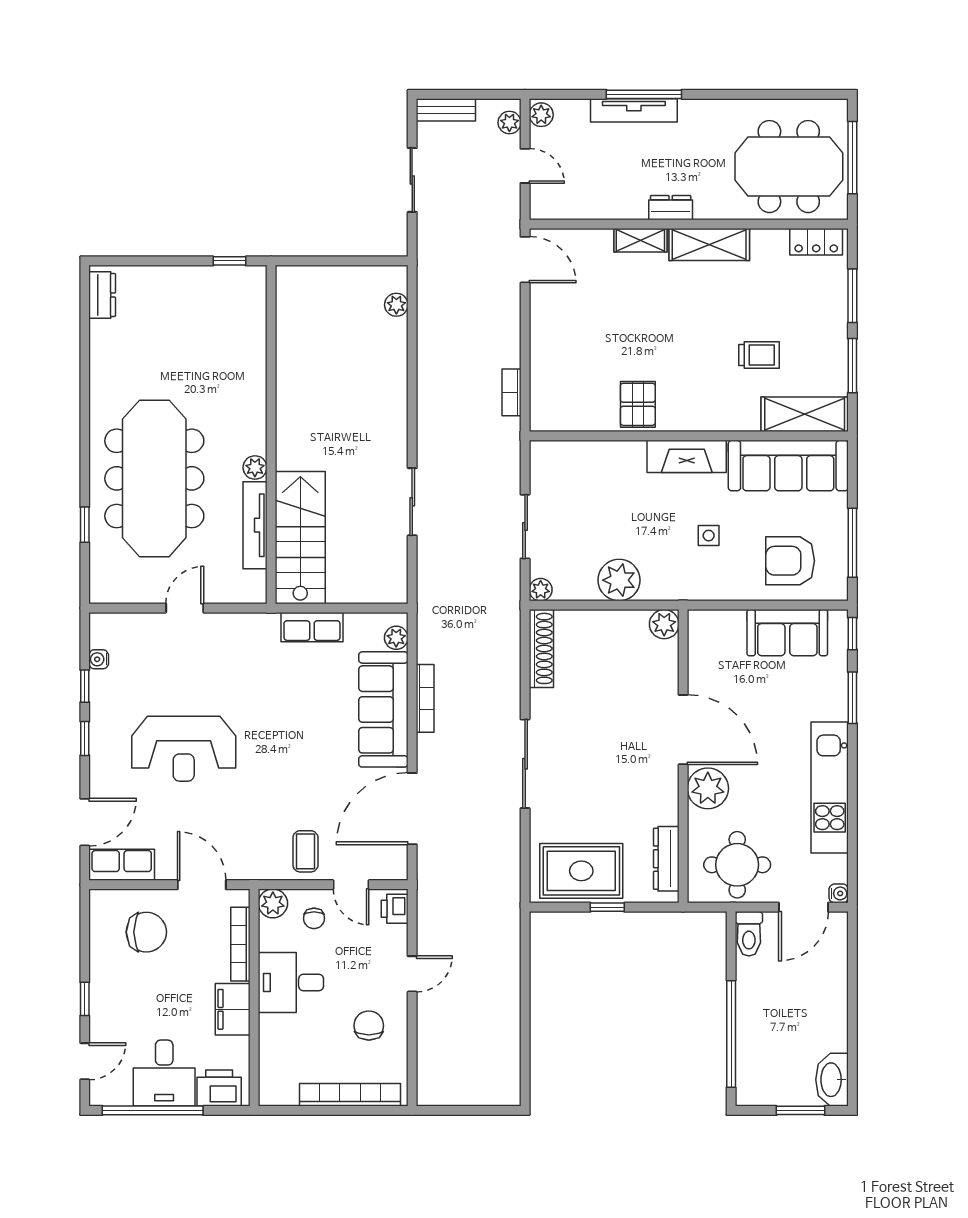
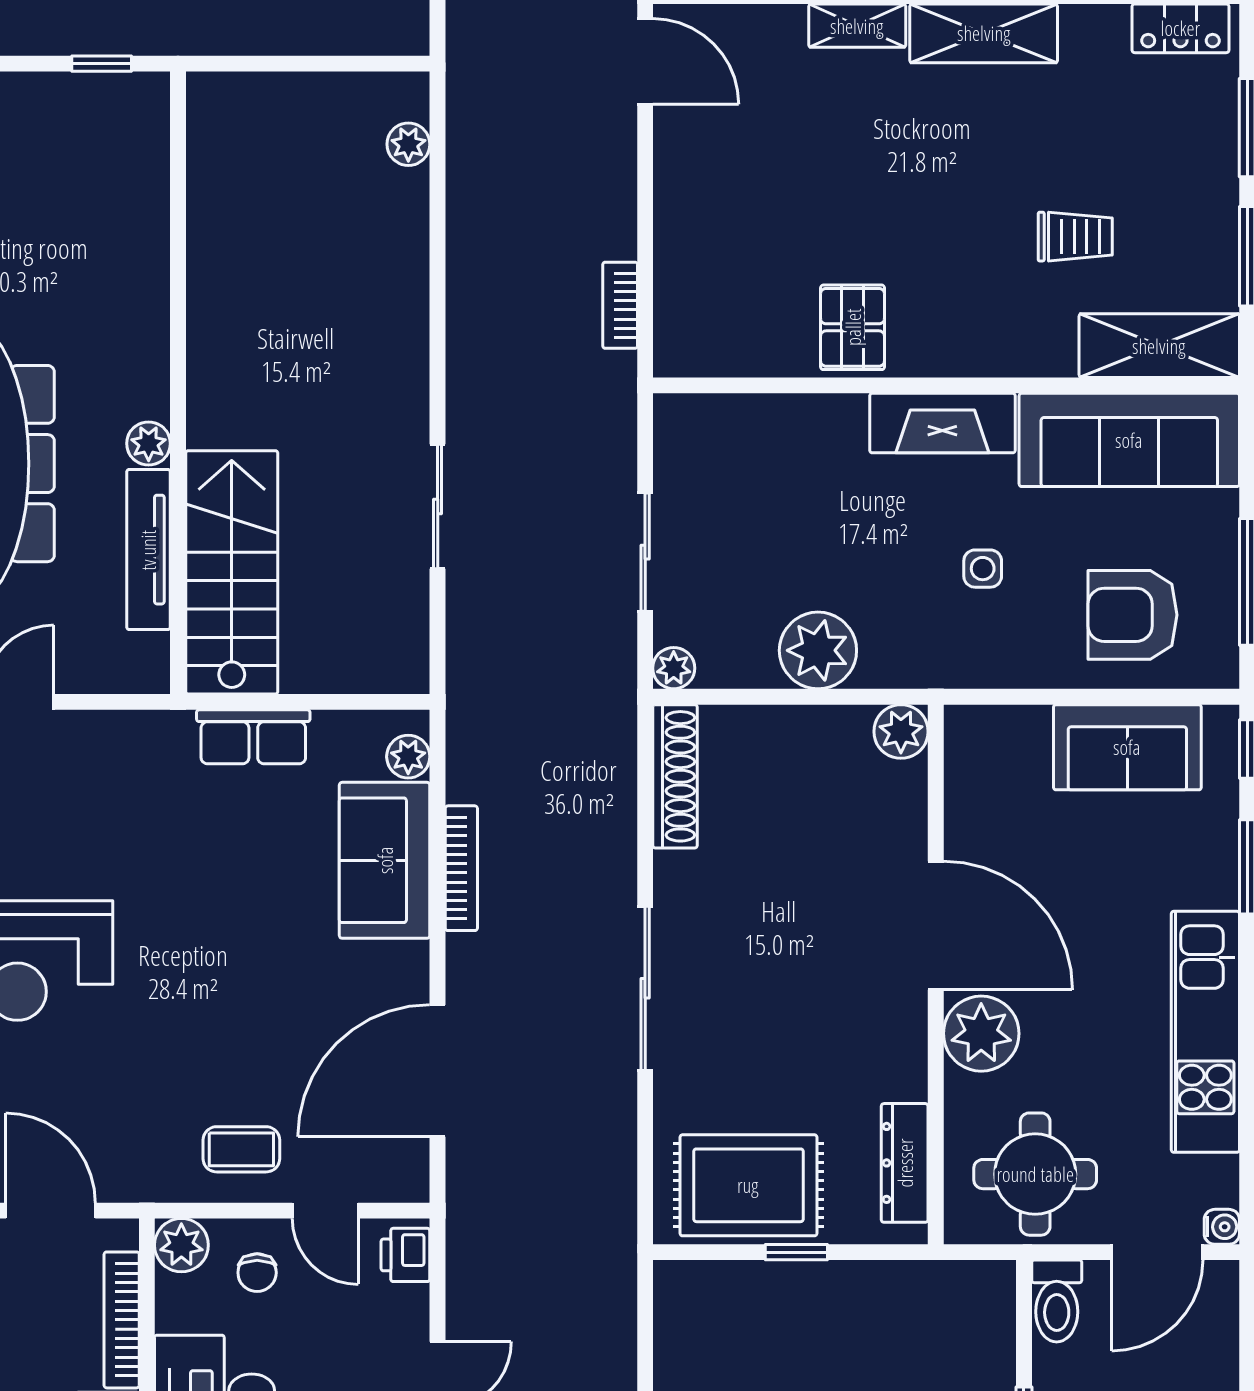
sofa: (383, 709) -> (385, 860), width x0.73
coffee table: (305, 851) -> (241, 1149), turned 90

